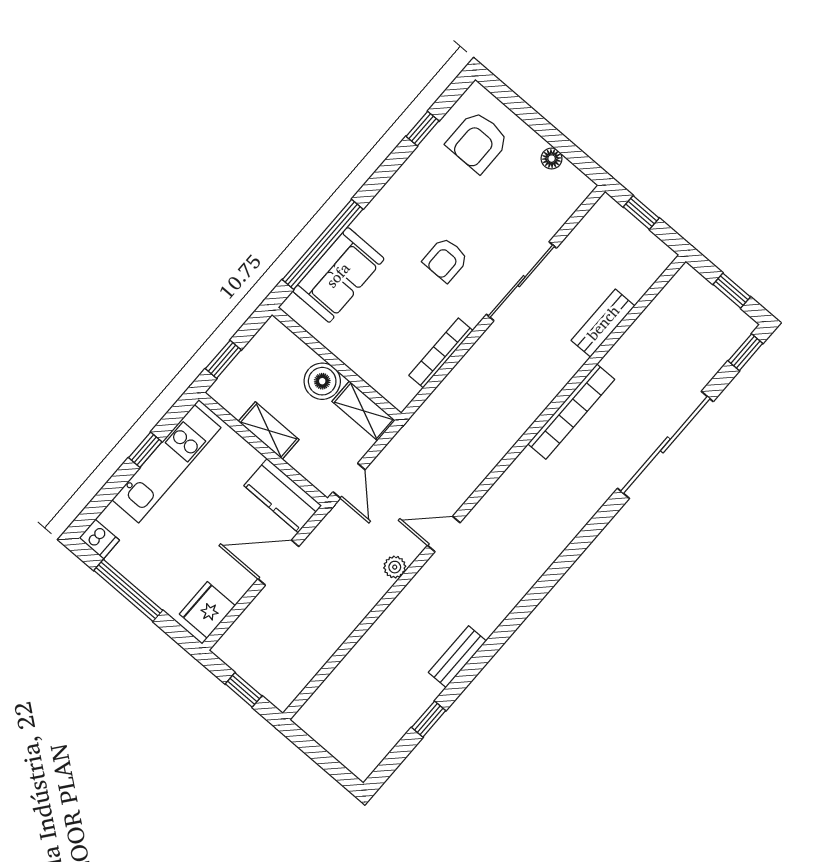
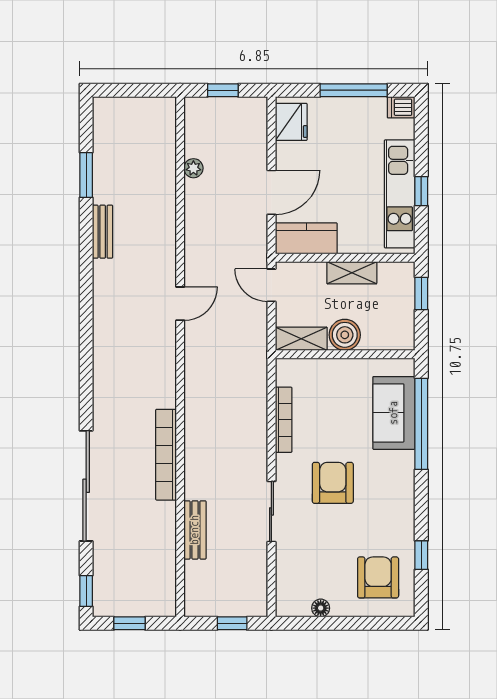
armchair: (446, 260) -> (333, 483), width x1.38, depth x1.38
sliding door: (521, 281) -> (271, 511), width x0.73
plant: (395, 567) -> (193, 168), moved
window: (429, 719) -> (86, 175), width x1.50

